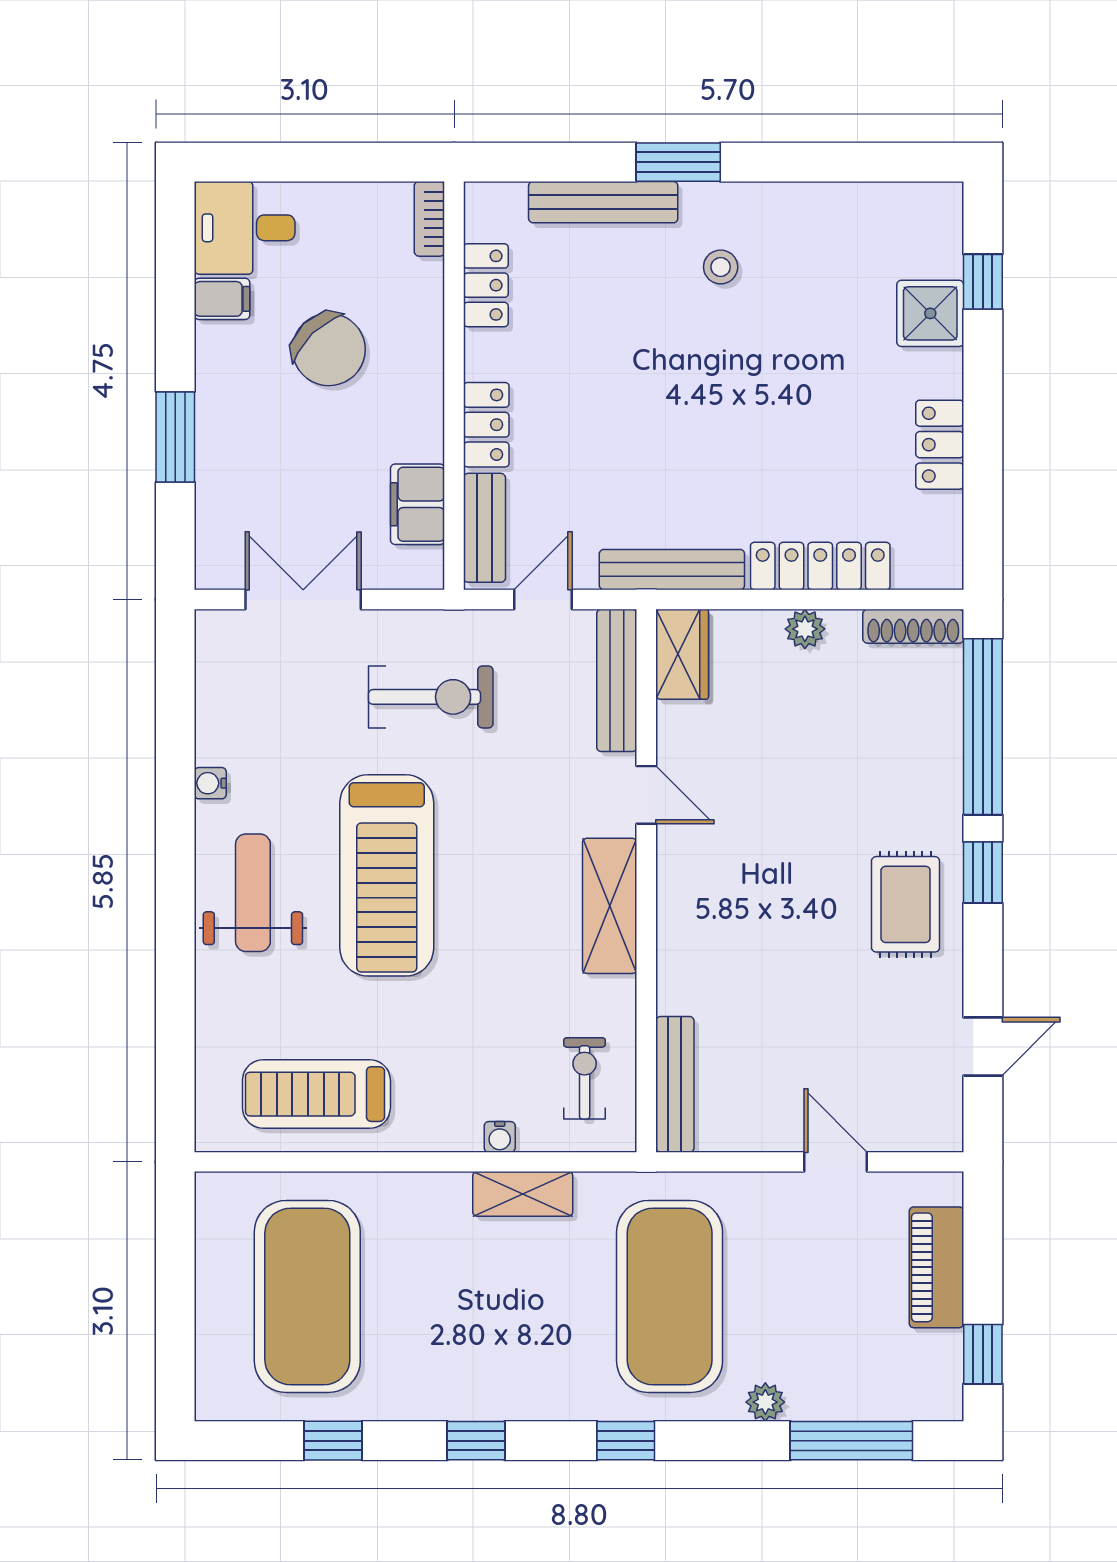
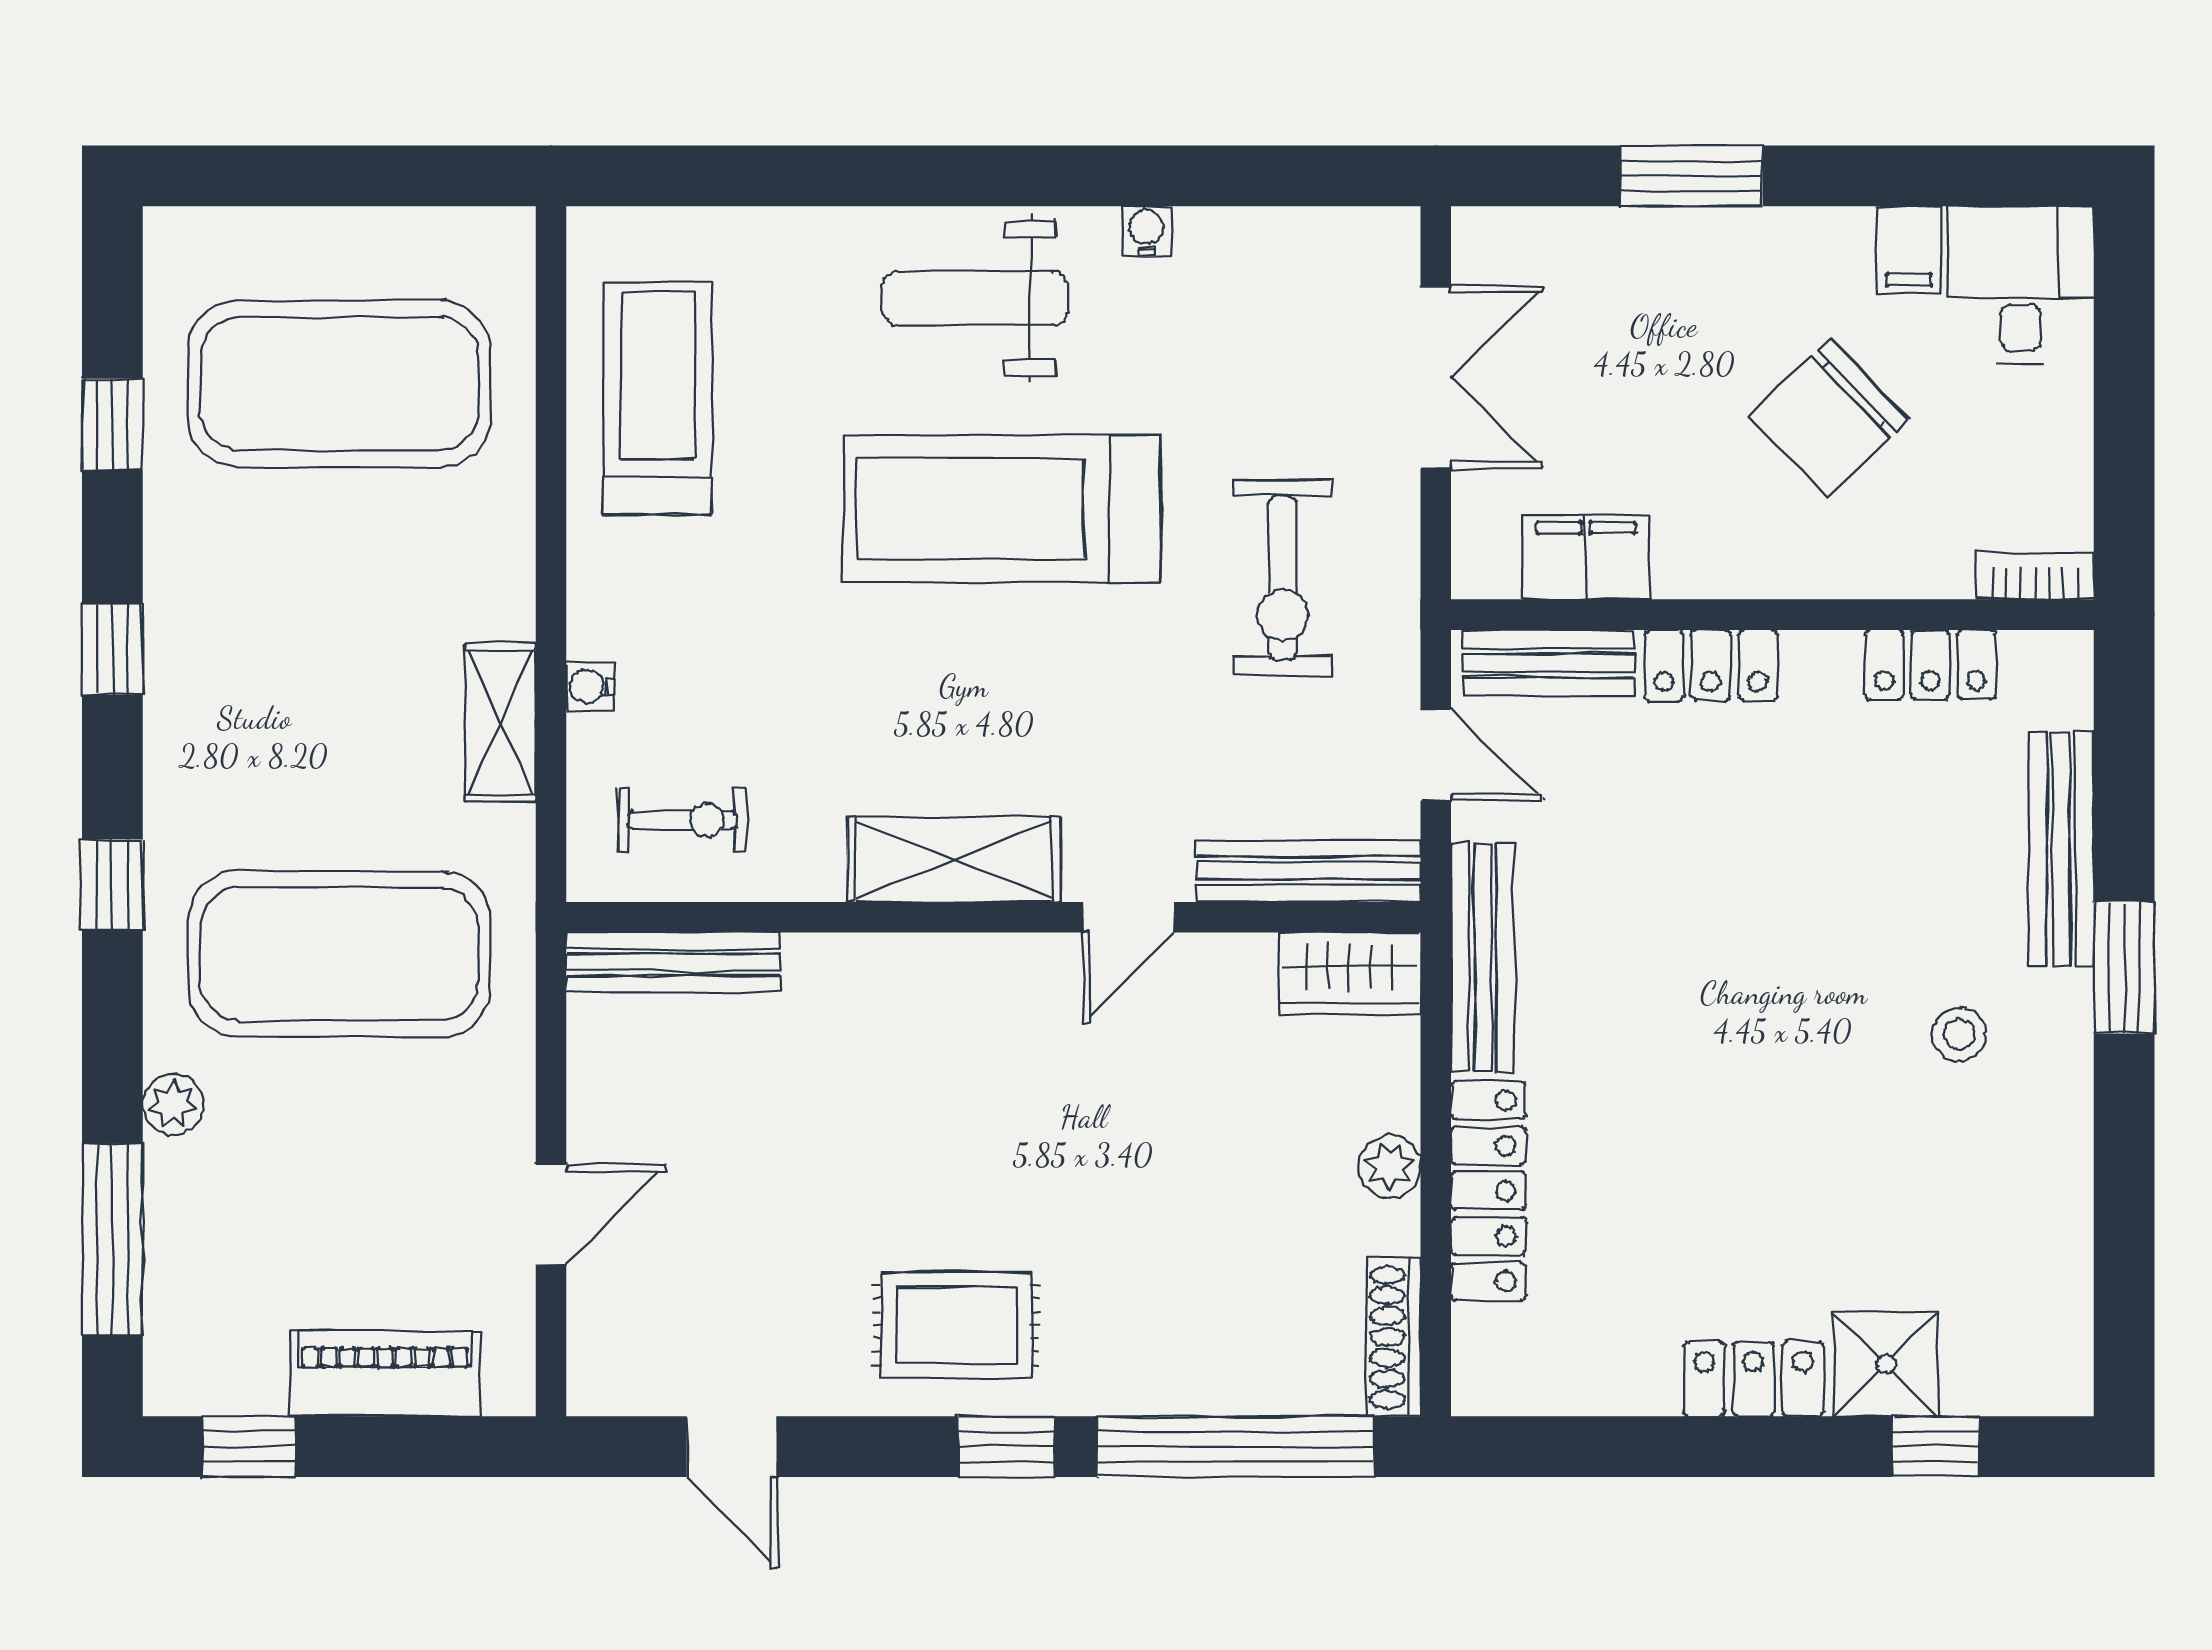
locker: (940, 445) -> (1753, 1379), moved
weight bench: (253, 893) -> (974, 298), turned 180

